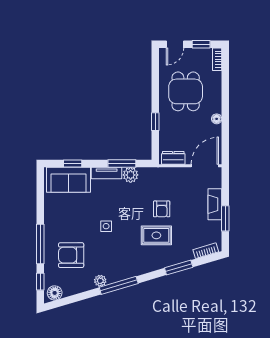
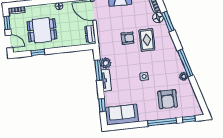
window: (155, 122) -> (38, 53), moved
sofa: (68, 180) -> (122, 115), moved, turned -90
floor lamp: (55, 293) -> (158, 18), moved

